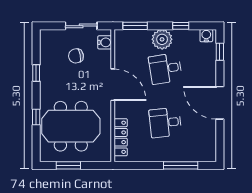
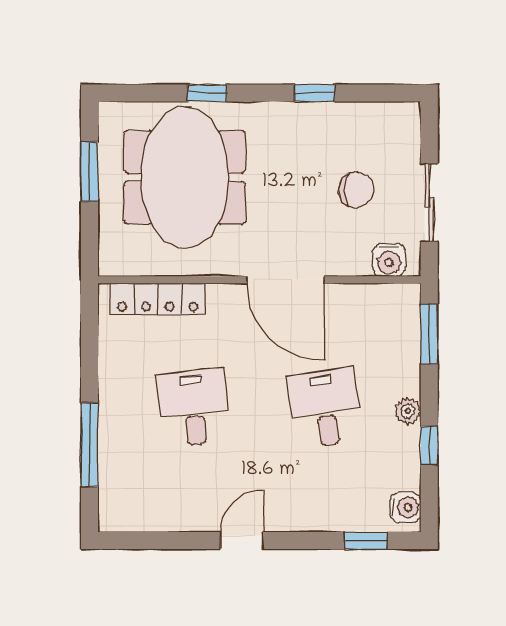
plant: (162, 39) -> (408, 411), width x0.53, depth x0.53
chair: (76, 56) -> (356, 190), turned 100
door: (113, 85) -> (286, 280), hinge flipped
door: (220, 103) -> (242, 540), width x0.53

